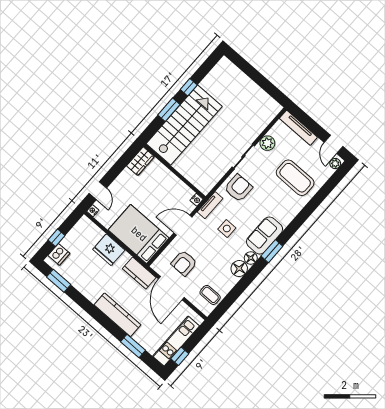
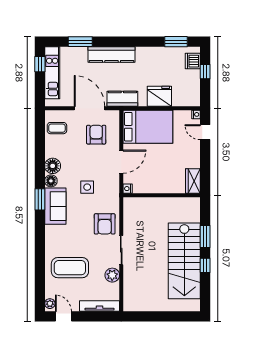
stairs: (184, 125) -> (184, 261), moved
tv unit: (210, 205) -> (114, 193), removed

